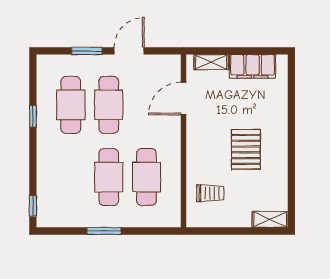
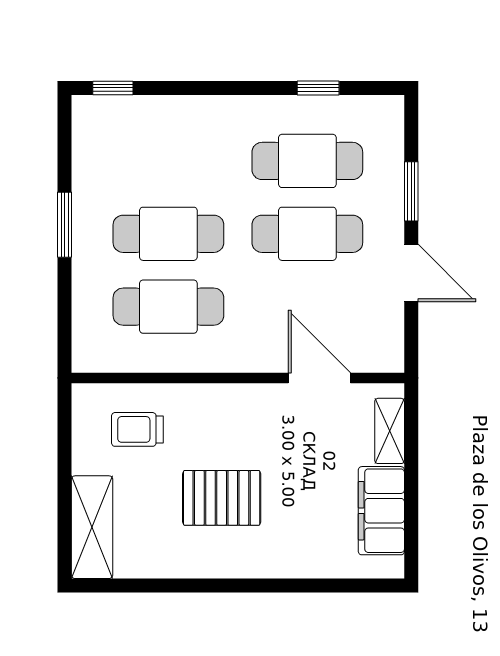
window: (33, 116) -> (318, 88), moved
trolley: (210, 193) -> (137, 429), turned 90
shelving: (270, 219) -> (92, 527), width x1.50, depth x1.33

